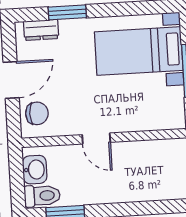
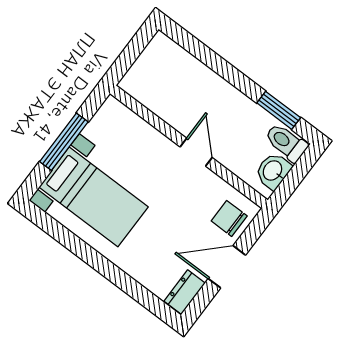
window: (67, 12) -> (127, 284), removed
dresser: (41, 30) -> (185, 292), moved, turned -90

